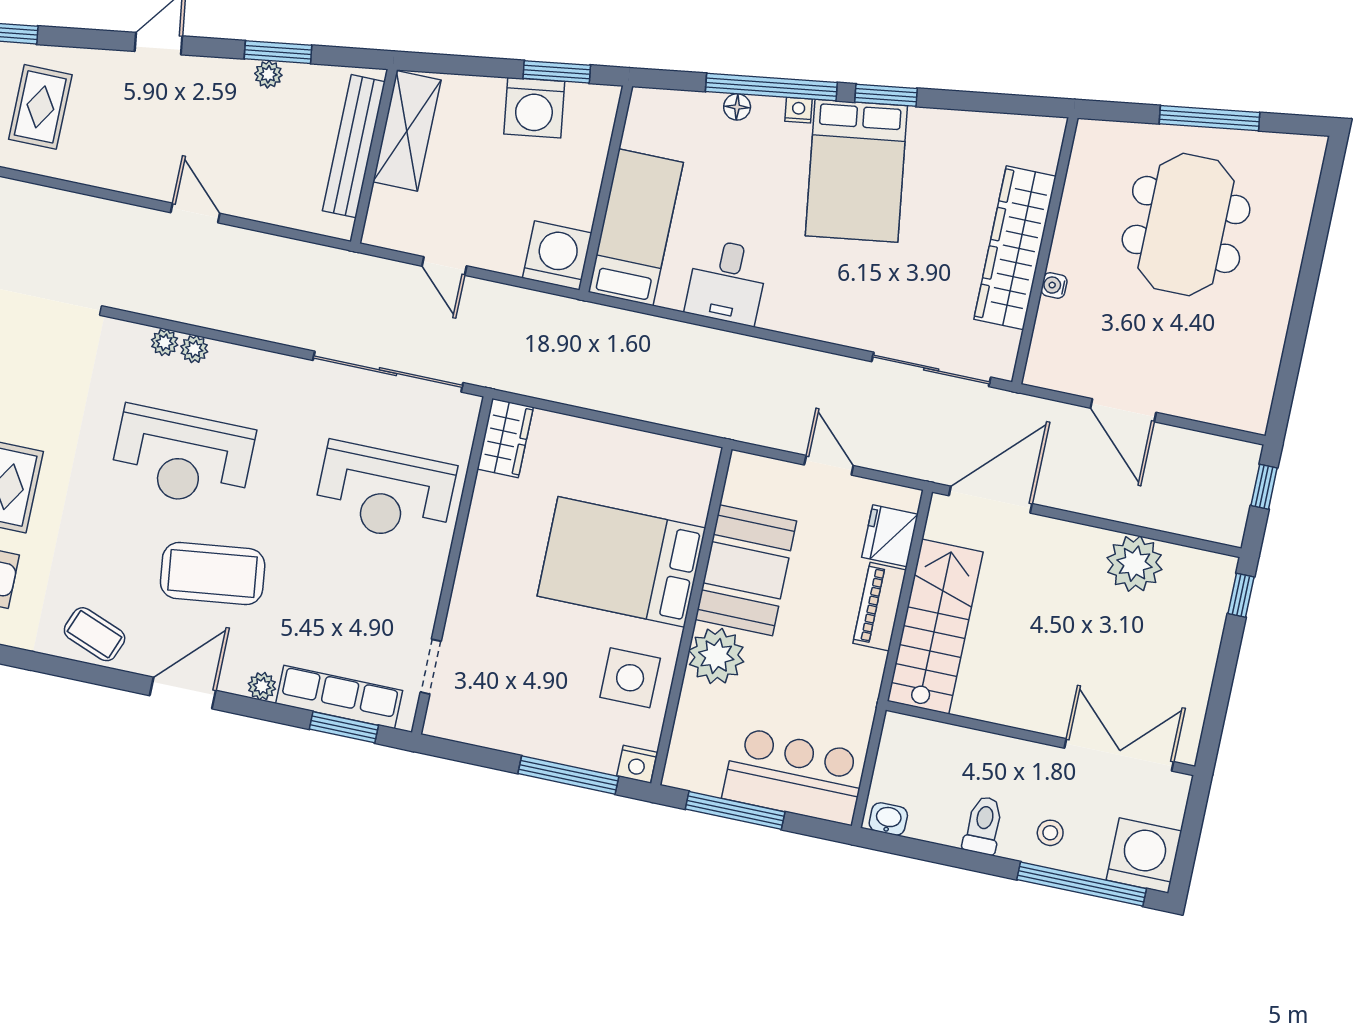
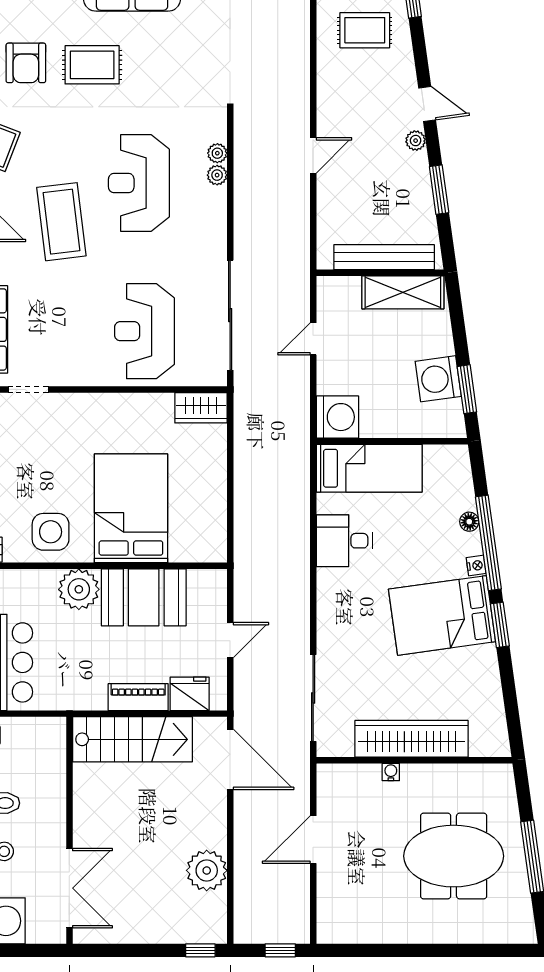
plant: (268, 74) -> (416, 141), moved

